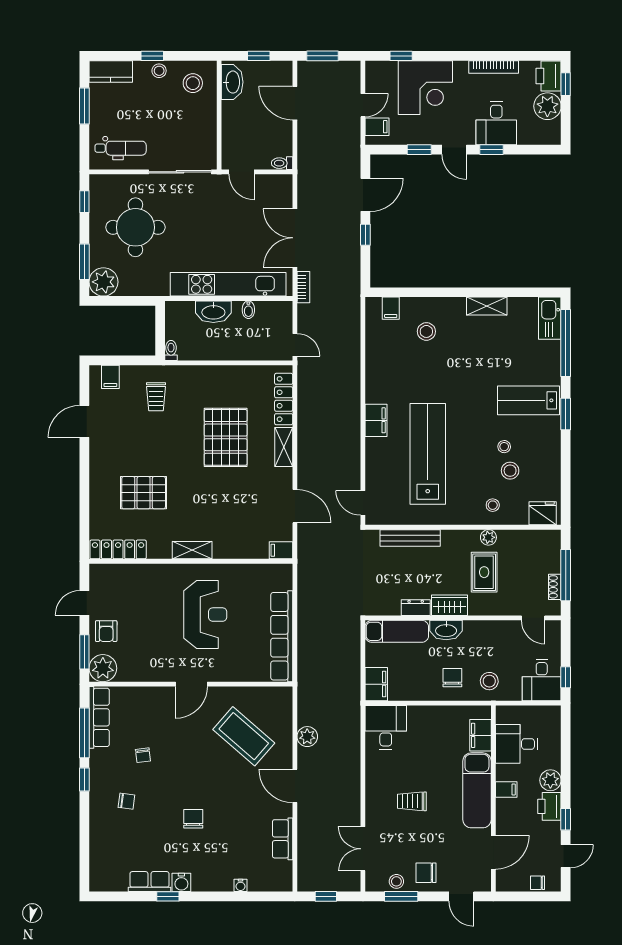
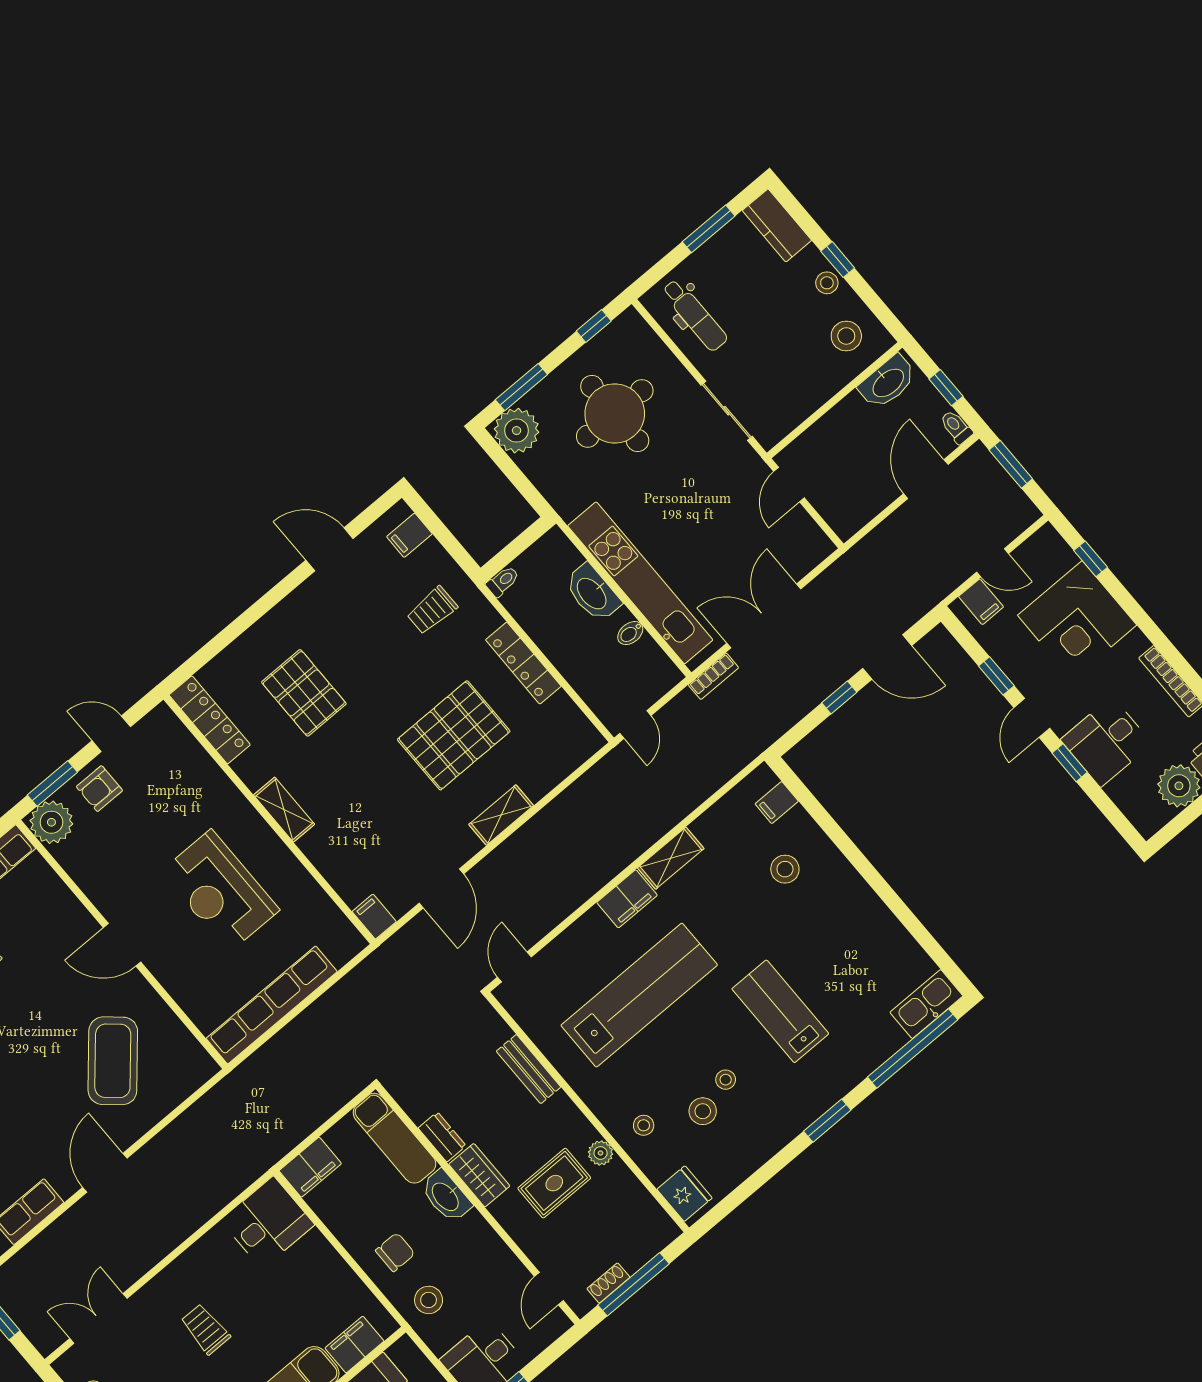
toilet: (282, 163) -> (956, 427), moved
sliding door: (180, 172) -> (727, 411), width x0.73
shelving: (487, 306) -> (671, 858), moved, turned 90
locker: (284, 399) -> (523, 663), moved, turned -90
lab bench: (528, 400) -> (780, 1011), moved
bench: (410, 538) -> (529, 1069), width x0.73
reception desk: (205, 615) -> (220, 891), turned 90
plant: (307, 737) -> (177, 1137), removed

